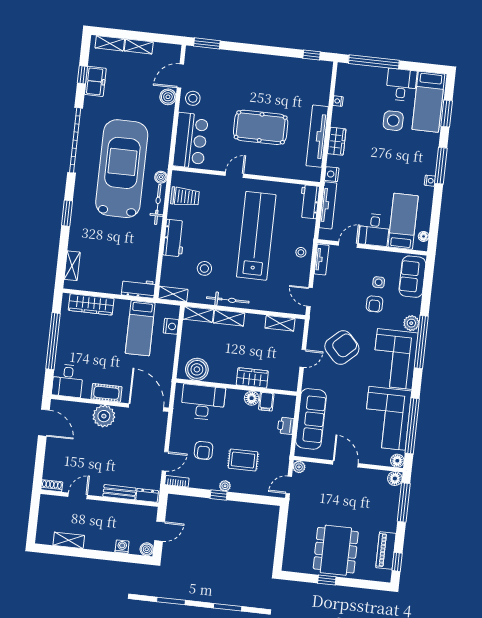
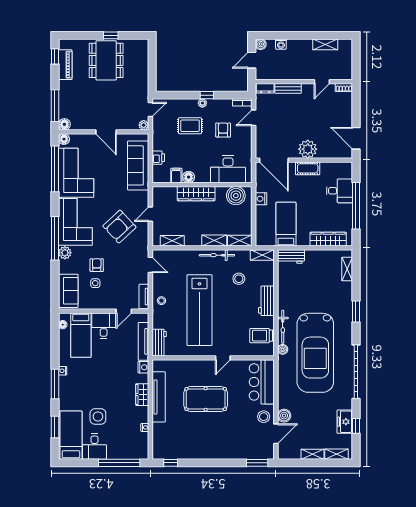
nightstand: (171, 326) -> (261, 199), moved
wardrobe: (252, 378) -> (196, 194), width x1.50
desk: (68, 381) -> (340, 191), moved, turned 90

